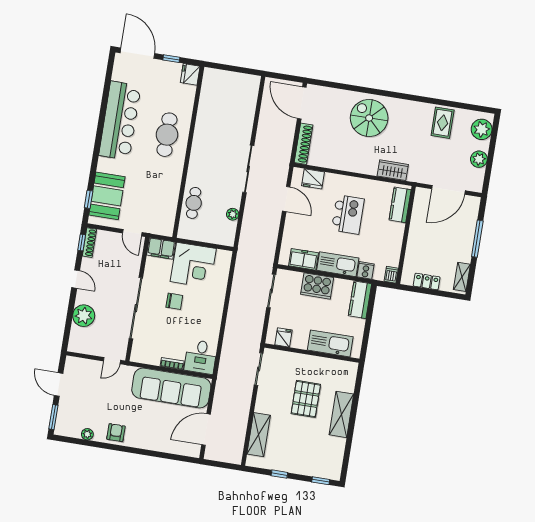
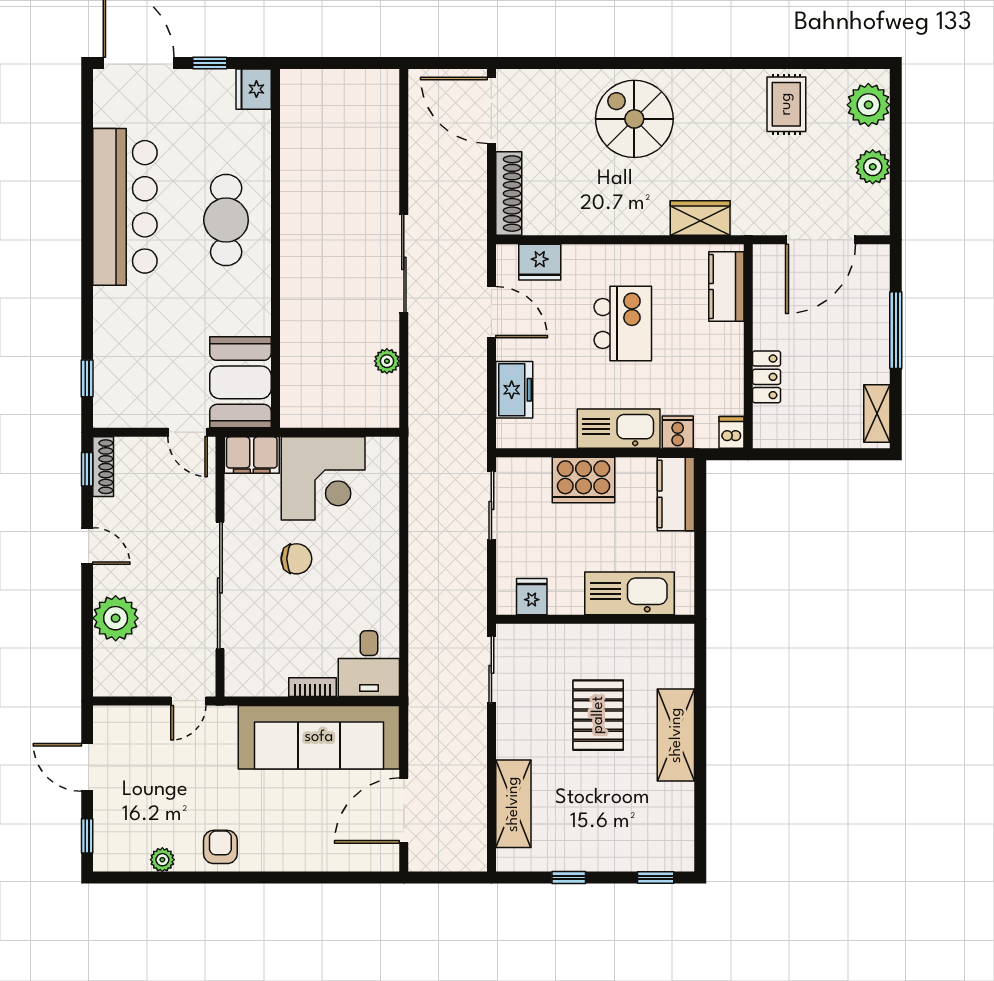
booth: (107, 196) -> (240, 382), moved
cafe table: (194, 203) -> (303, 351), removed
freezer: (303, 259) -> (514, 390), moved, turned 90
locker: (427, 281) -> (767, 377), moved, turned 90
window: (53, 417) -> (87, 836), width x0.67

